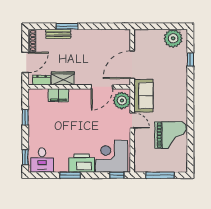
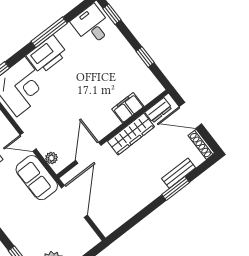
door: (25, 62) -> (190, 115), hinge flipped
wardrobe: (63, 78) -> (131, 134), width x1.50
plant: (122, 101) -> (51, 158), width x0.53, depth x0.53
window: (70, 175) -> (49, 32), width x1.44

